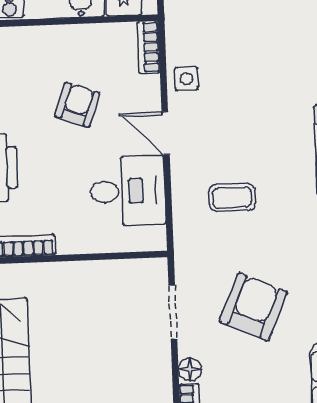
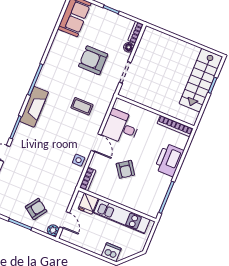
armchair: (77, 105) -> (125, 169), turned -55
armchair: (253, 307) -> (93, 60), turned 66

